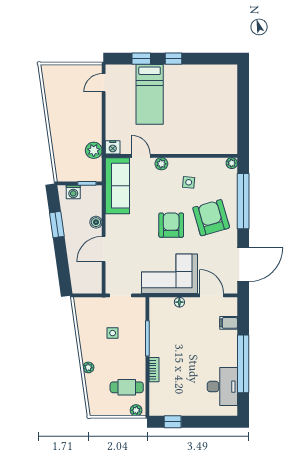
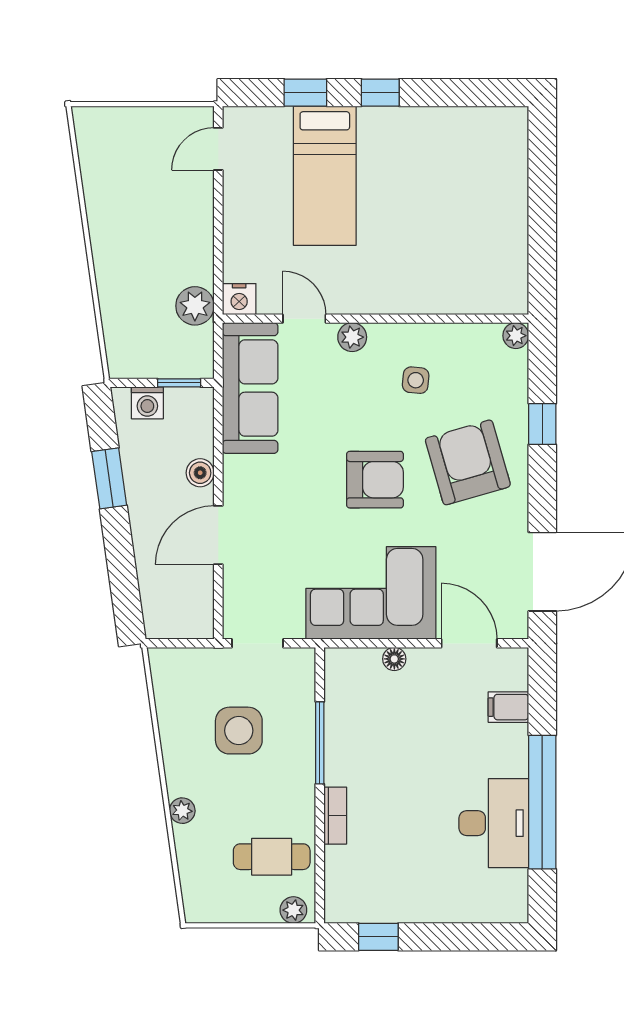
window: (243, 201) -> (542, 424), width x0.32
armchair: (171, 225) -> (375, 480), turned 90
side table: (113, 333) -> (239, 731), width x1.87, depth x1.87
desk: (222, 387) -> (494, 823), moved

